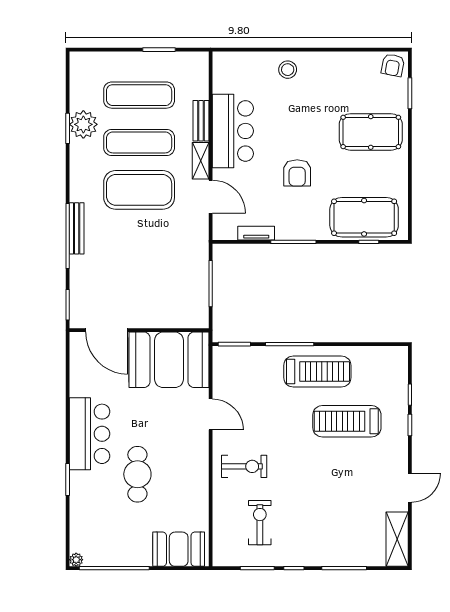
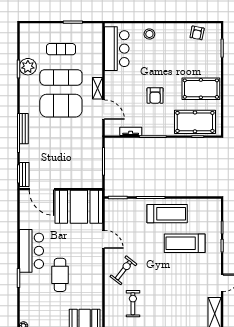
armchair: (393, 65) -> (197, 33), moved
exercise mat: (139, 95) -> (61, 49), width x0.73, depth x0.69
bench: (201, 121) -> (24, 174), moved
bar counter: (233, 131) -> (117, 49), moved
pool table: (371, 132) -> (201, 89), moved
exercise bike: (244, 466) -> (123, 270), turned -52

